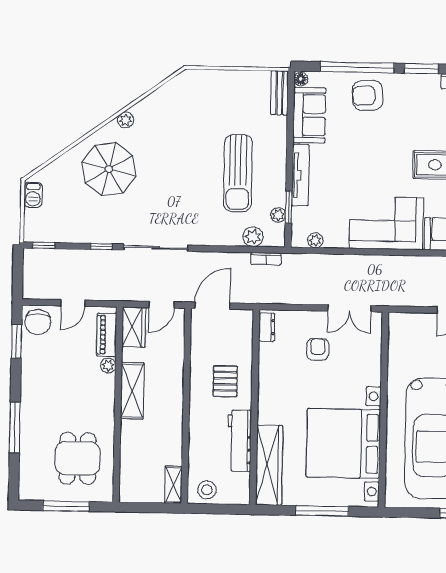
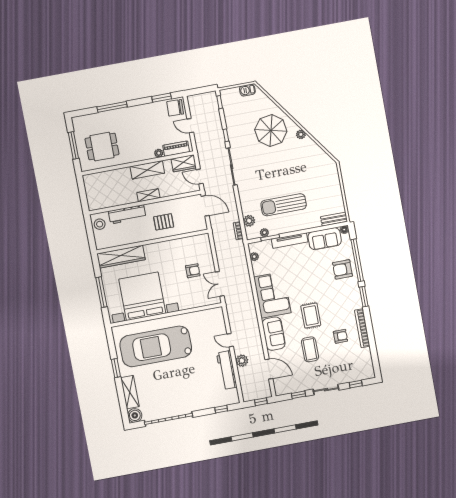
armchair: (368, 95) -> (342, 269), turned -86
dresser: (267, 327) -> (199, 239), removed
workbench: (239, 441) -> (127, 214), moved, turned 180
shelving: (173, 485) -> (148, 195), moved

